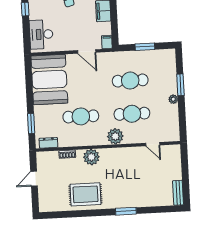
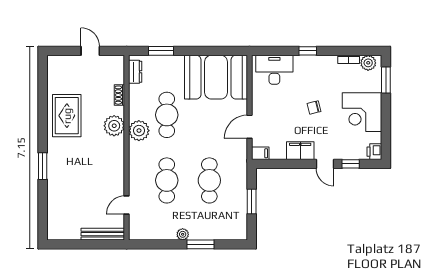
plant: (115, 136) -> (139, 131), moved
bench: (178, 193) -> (103, 234), moved, width x1.36

